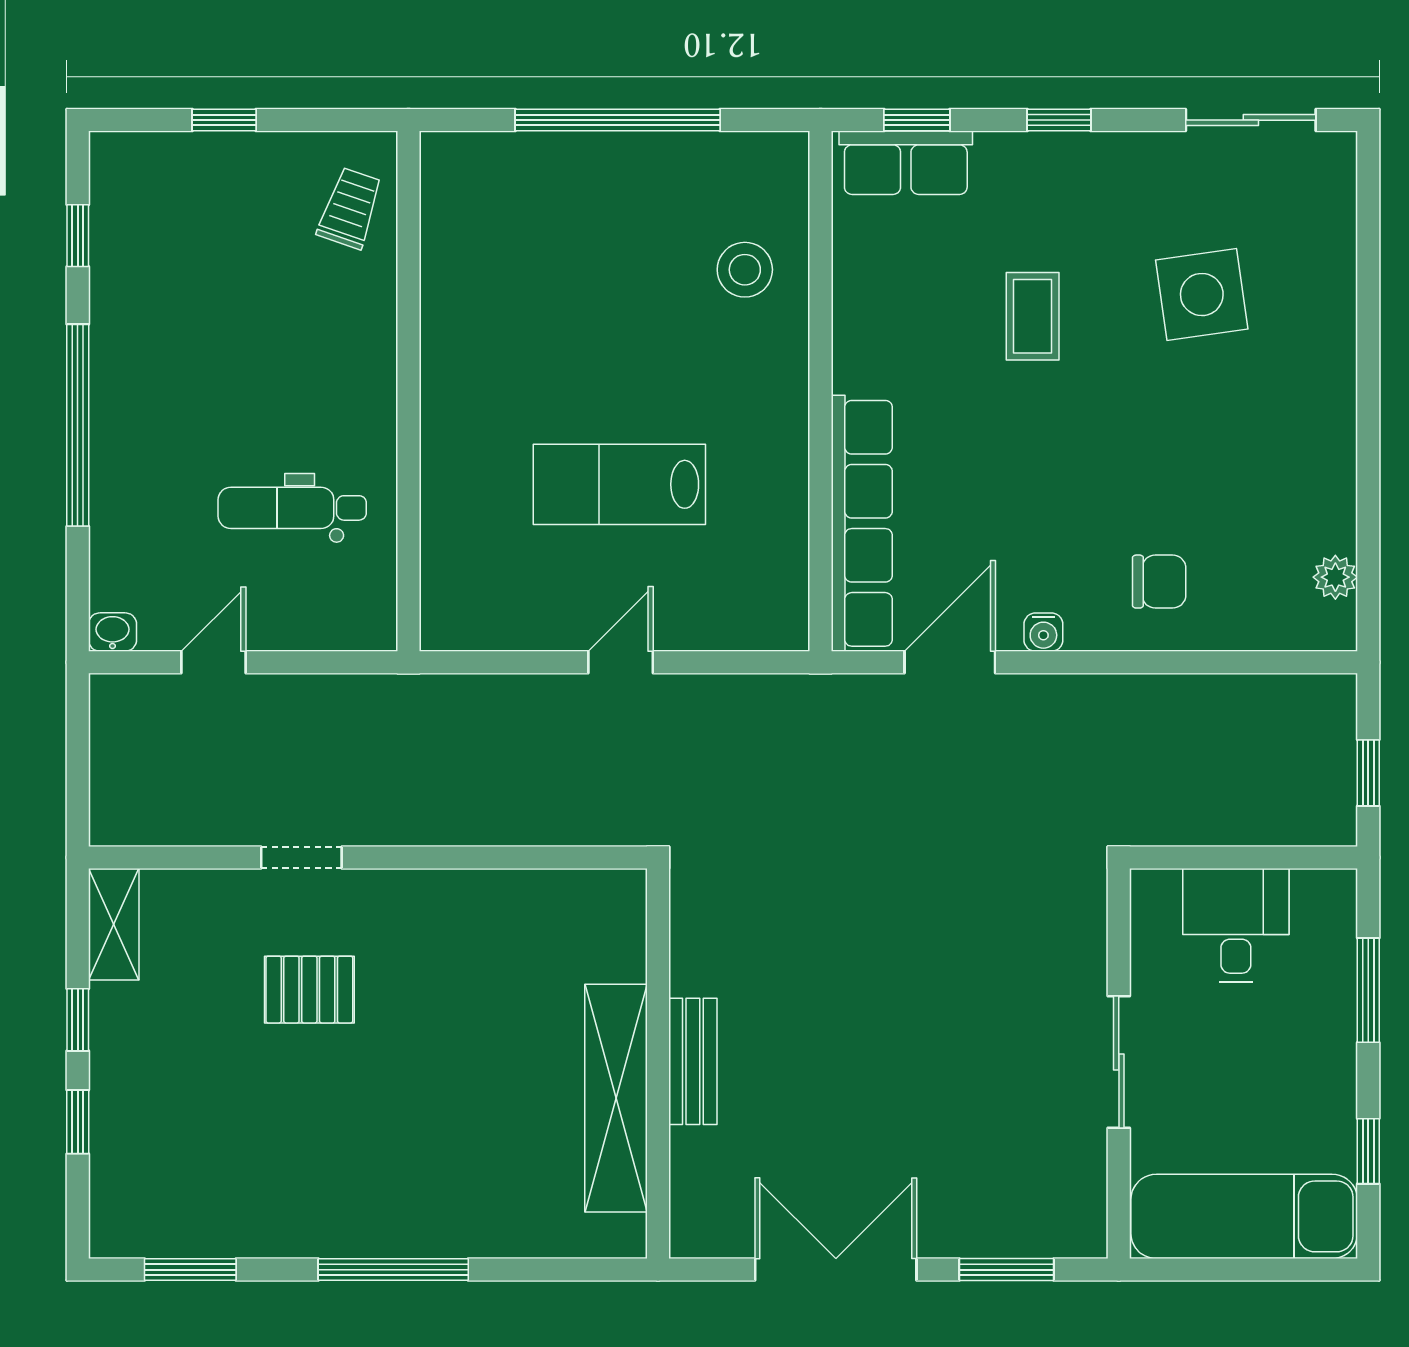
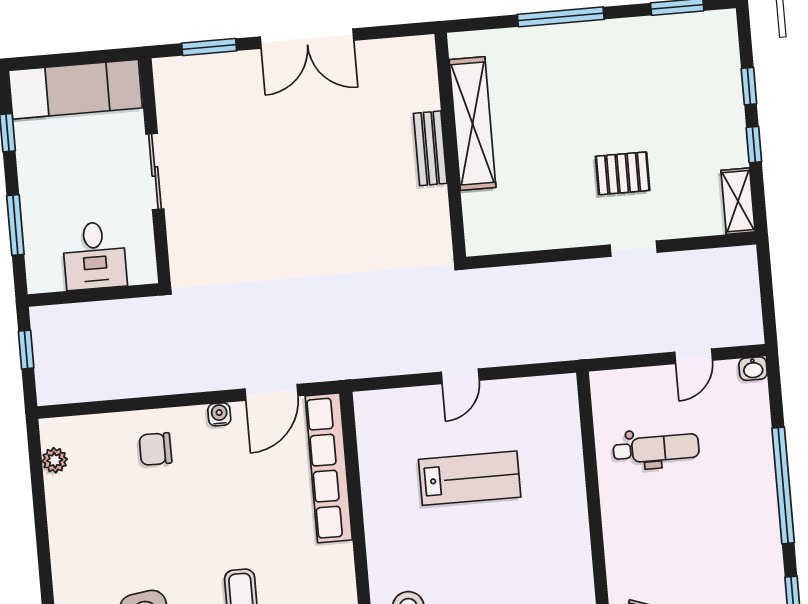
bench: (693, 1061) -> (430, 148), moved
wall: (658, 1064) -> (450, 145), moved
shelving: (616, 1098) -> (473, 123), moved

